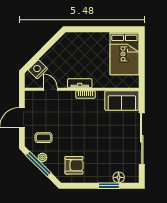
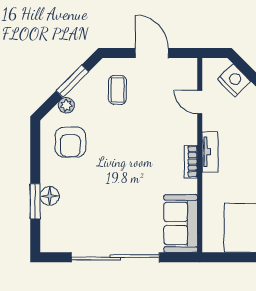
door: (51, 89) -> (200, 102), swing flipped
plant: (42, 158) -> (66, 105), moved
window: (38, 164) -> (72, 81), width x0.69
floor lamp: (119, 177) -> (50, 196), moved

